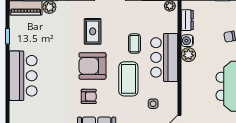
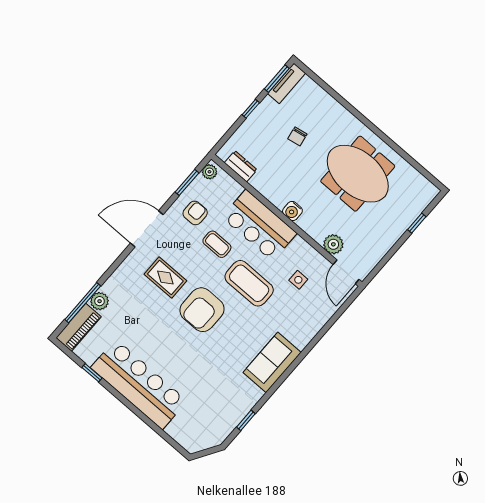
water cooler: (187, 41) -> (292, 211), moved
plant: (188, 55) -> (333, 244), moved
bar counter: (23, 76) -> (139, 384), width x1.36
armchair: (89, 96) -> (195, 213), moved

